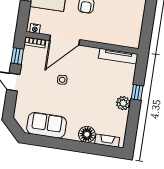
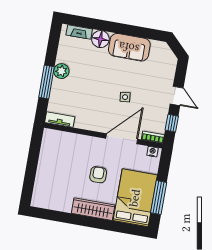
tv unit: (118, 56) -> (60, 120), width x0.71
window: (137, 92) -> (47, 82), width x2.17
sofa: (47, 125) -> (129, 47), moved

